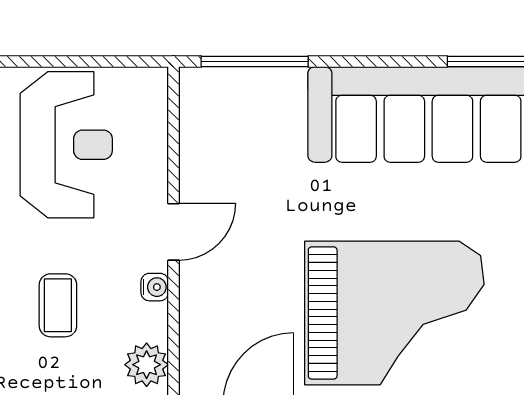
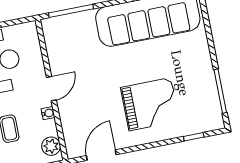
grand piano: (394, 313) -> (150, 104), width x0.73, depth x0.68

